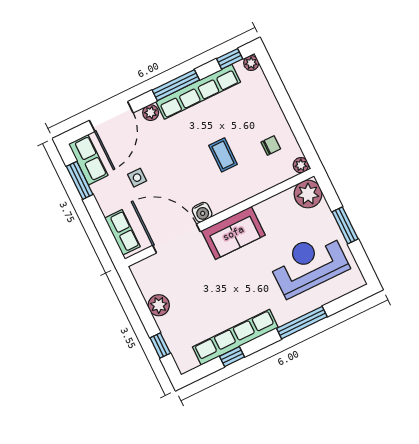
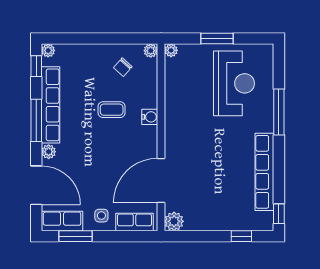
chair: (271, 145) -> (123, 67), turned -138
side table: (137, 178) -> (101, 216), moved
plant: (308, 194) -> (171, 50), width x0.53, depth x0.53
water cooler: (202, 212) -> (150, 117), moved
sofa: (233, 233) -> (179, 132), removed
reception desk: (309, 264) -> (234, 83), turned 180
plant: (159, 305) -> (174, 221), moved
window: (232, 357) -> (279, 214), moved

